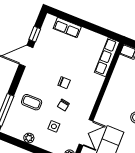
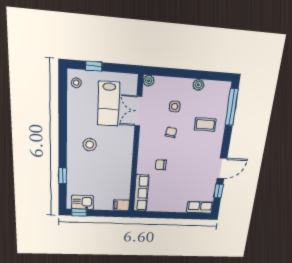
row of seats: (67, 28) -> (200, 207), moved
chair: (64, 83) -> (161, 165), moved

